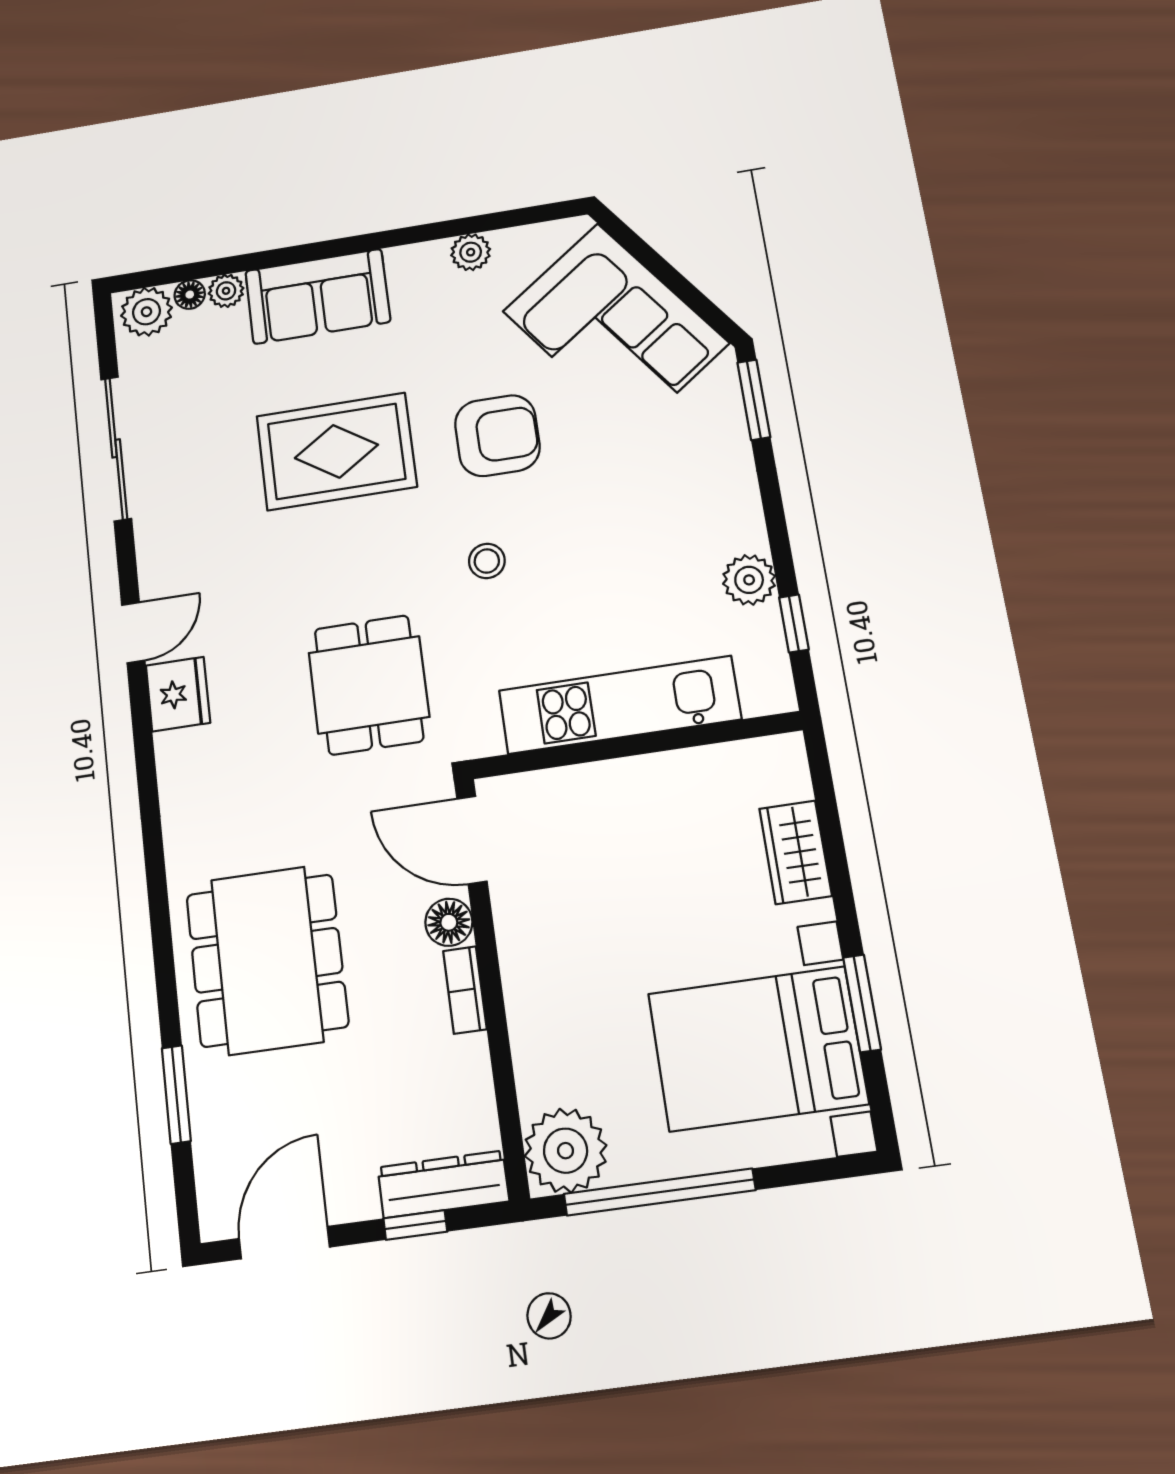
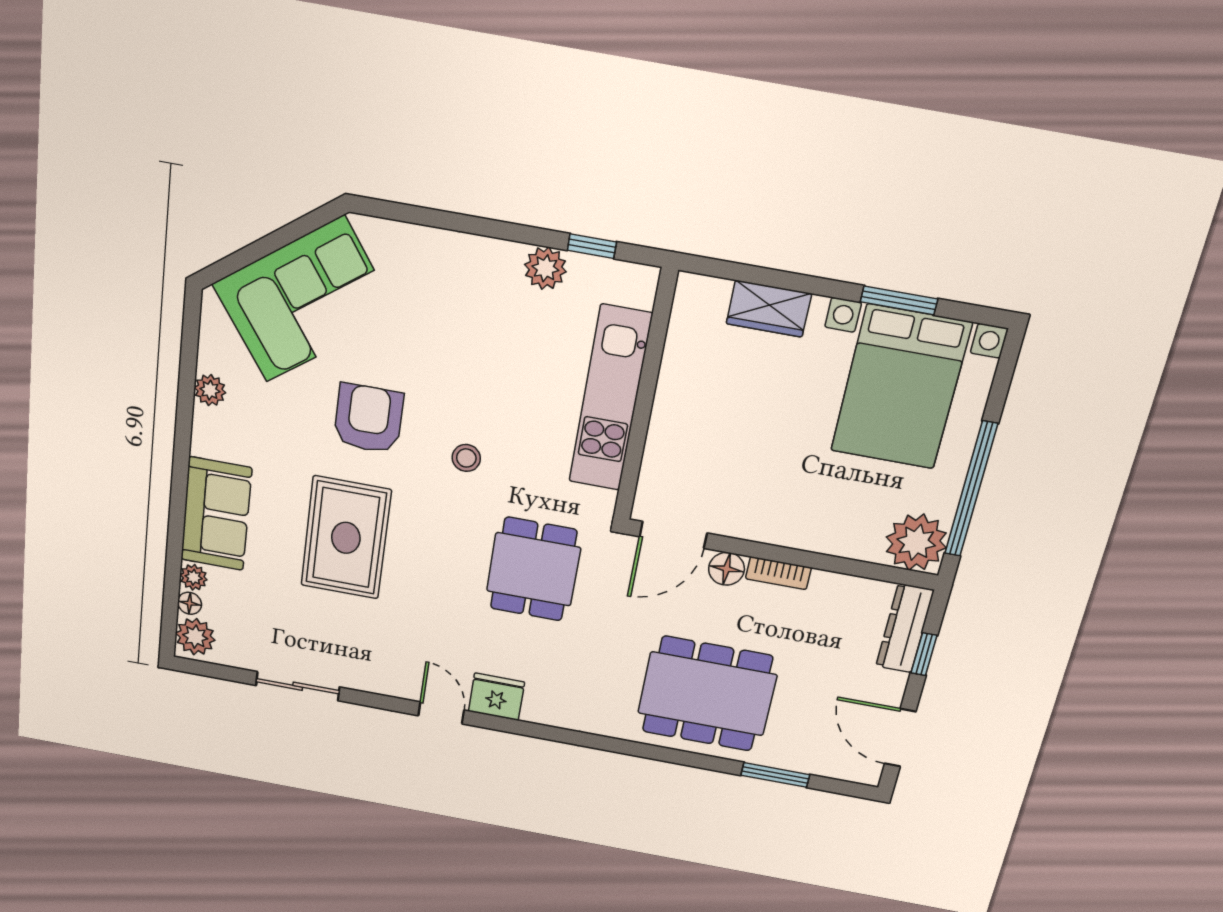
window: (754, 400) -> (398, 212), removed
sliding door: (116, 448) -> (298, 686), width x0.73
dining table: (369, 685) -> (533, 569), turned 90

